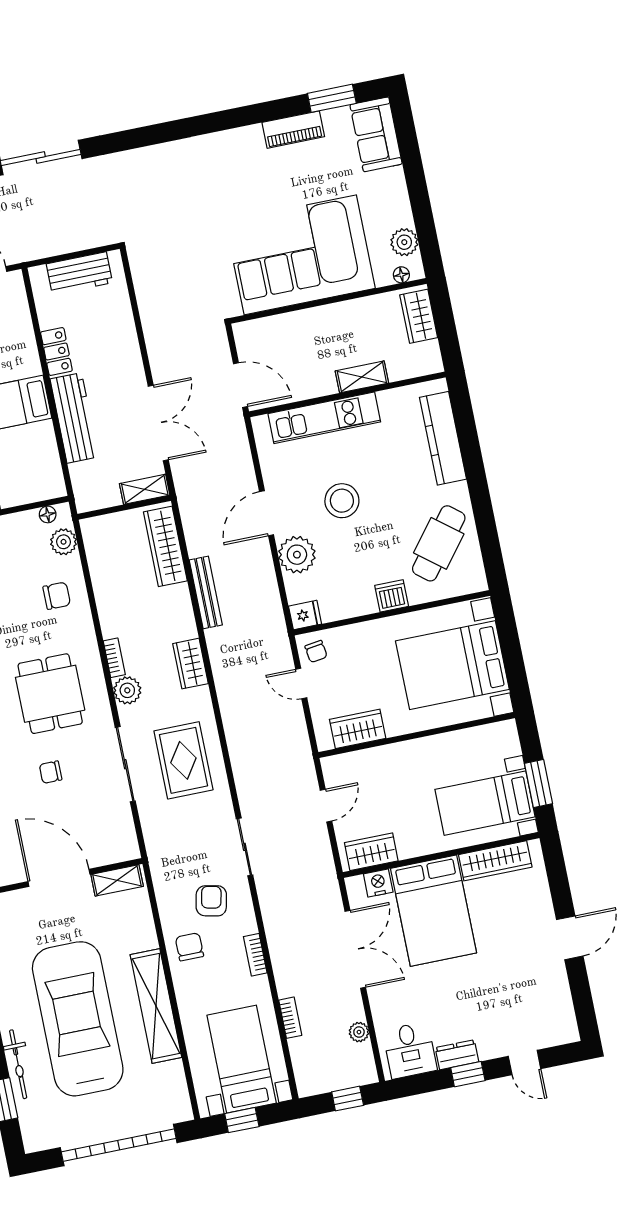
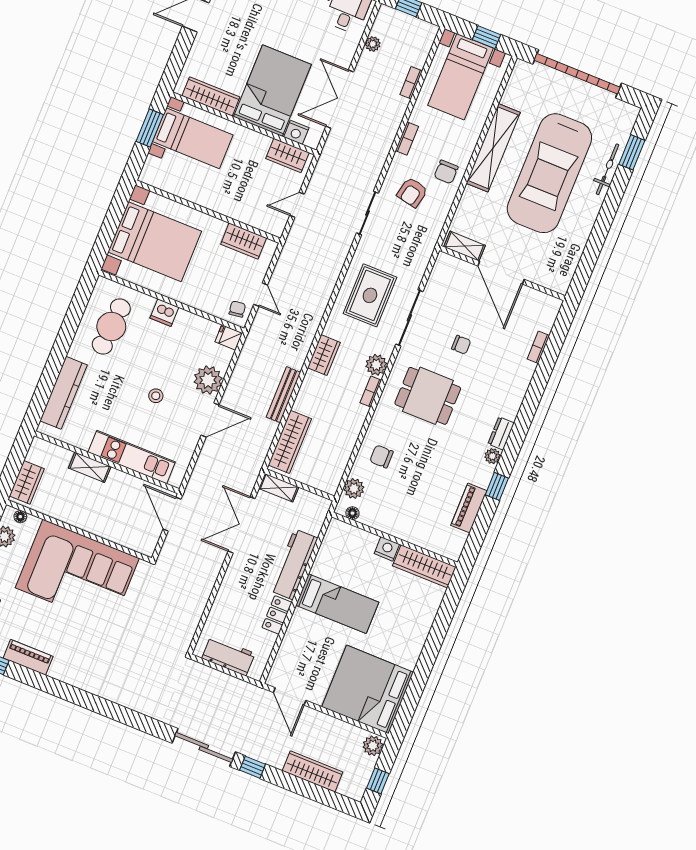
stool: (342, 501) -> (156, 396), width x0.53, depth x0.53
cafe table: (439, 543) -> (111, 326), turned -34
dining table: (50, 694) -> (428, 396), turned 90

